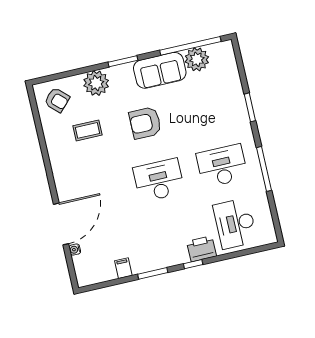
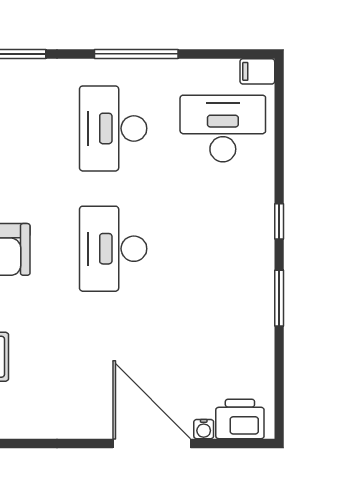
desk: (235, 223) -> (223, 128), turned 180
printer: (202, 249) -> (240, 419), moved, turned 90
filing cabinet: (123, 268) -> (257, 71), moved

